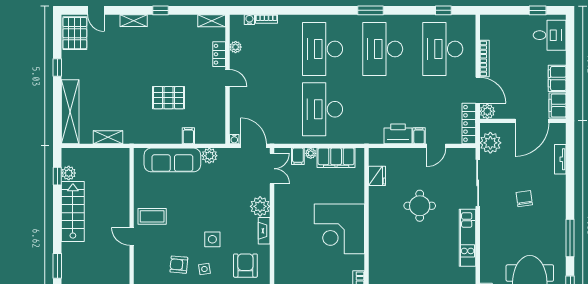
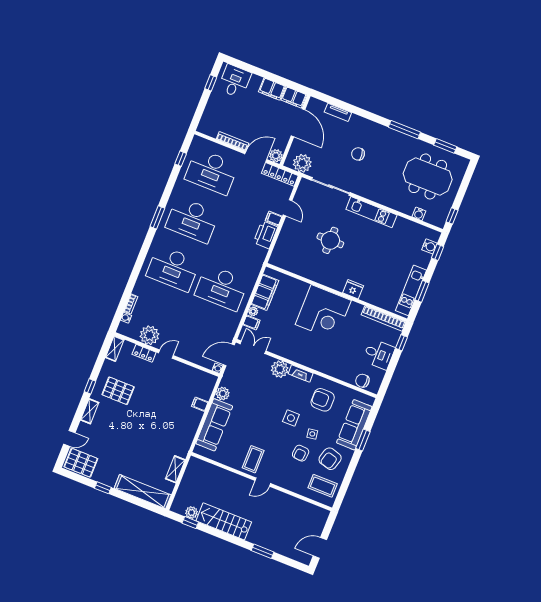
plant: (236, 47) -> (149, 335), width x1.87, depth x1.87
pallet: (169, 98) -> (118, 391), moved, turned 90
fridge: (377, 176) -> (353, 289), moved

